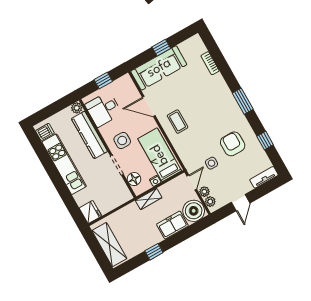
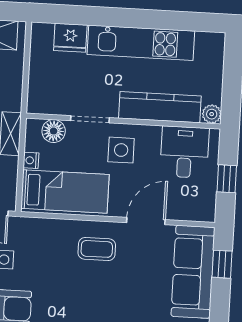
window: (161, 48) -> (222, 264), moved
dishwasher: (45, 132) -> (206, 45), removed
fridge: (90, 212) -> (70, 38), moved

